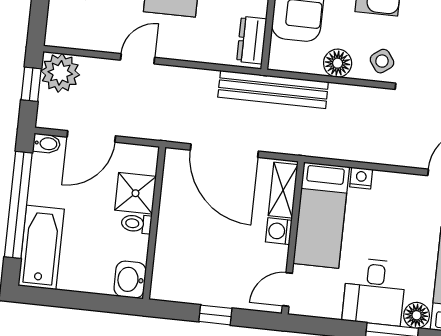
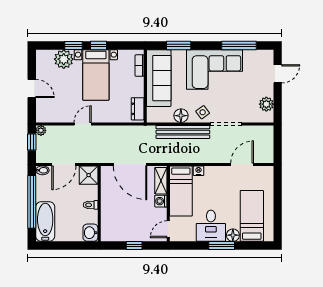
plant: (60, 73) -> (41, 130), width x0.53, depth x0.53
bench: (273, 90) -> (183, 132), moved
shower: (135, 193) -> (89, 175), moved

